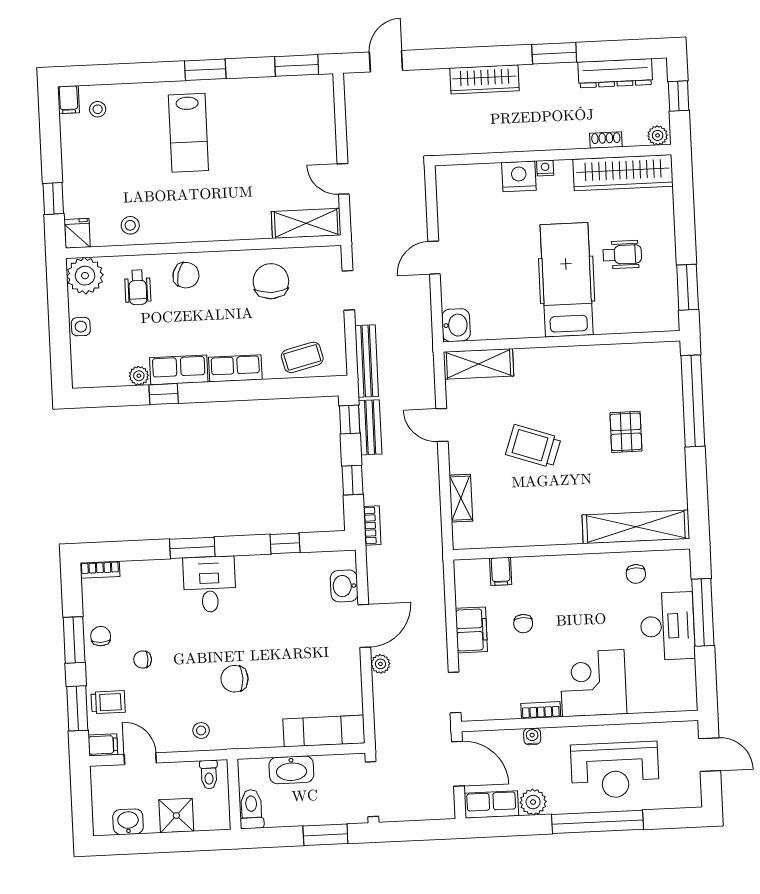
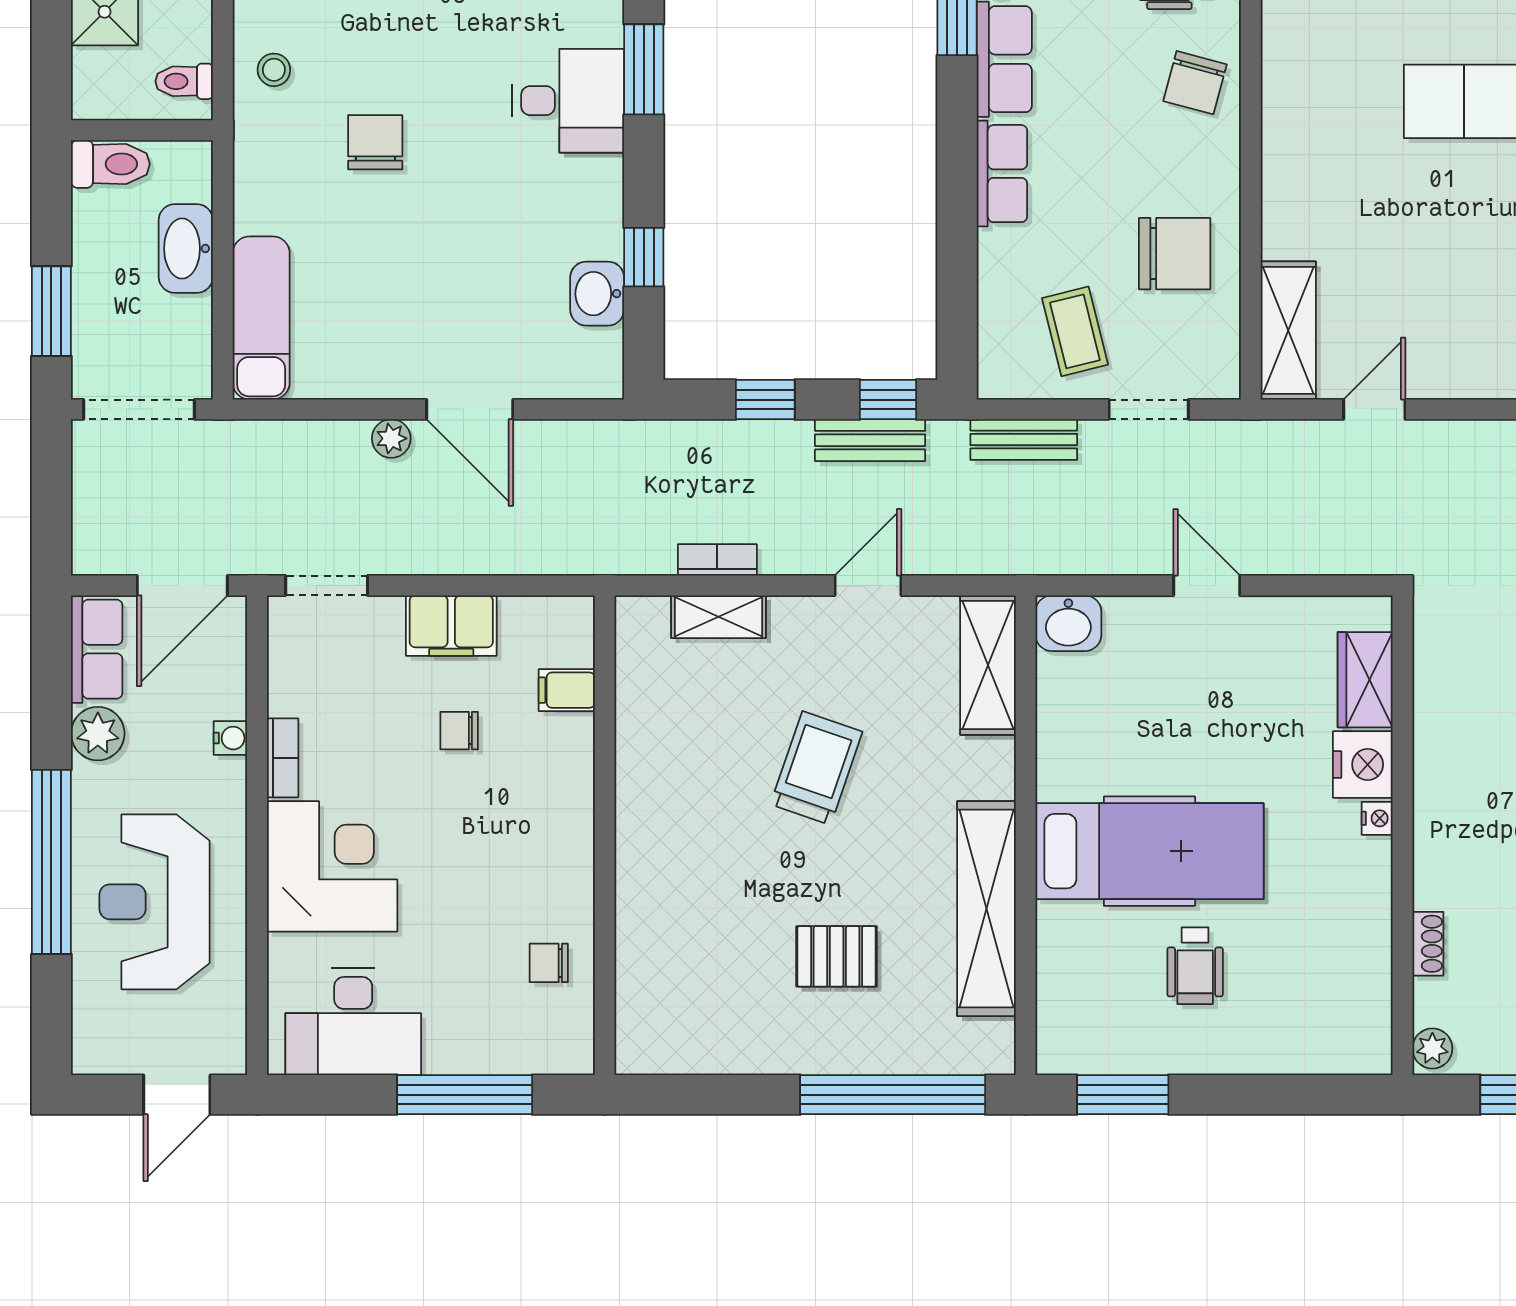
wardrobe: (623, 173) -> (1365, 680), moved, width x0.48, depth x0.85
coffee table: (302, 357) -> (1075, 331), moved
bench: (367, 361) -> (1024, 439), width x0.73
bookcase: (372, 525) -> (717, 560), moved, turned 180
shelving: (636, 527) -> (986, 909), moved
washbasin: (344, 586) -> (597, 294), moved, turned -90
desk: (667, 626) -> (353, 1022), moved

